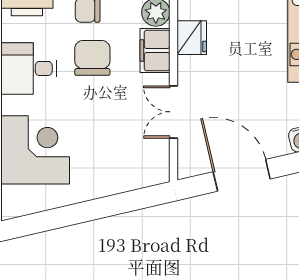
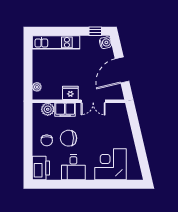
fridge: (192, 38) -> (70, 93), moved

